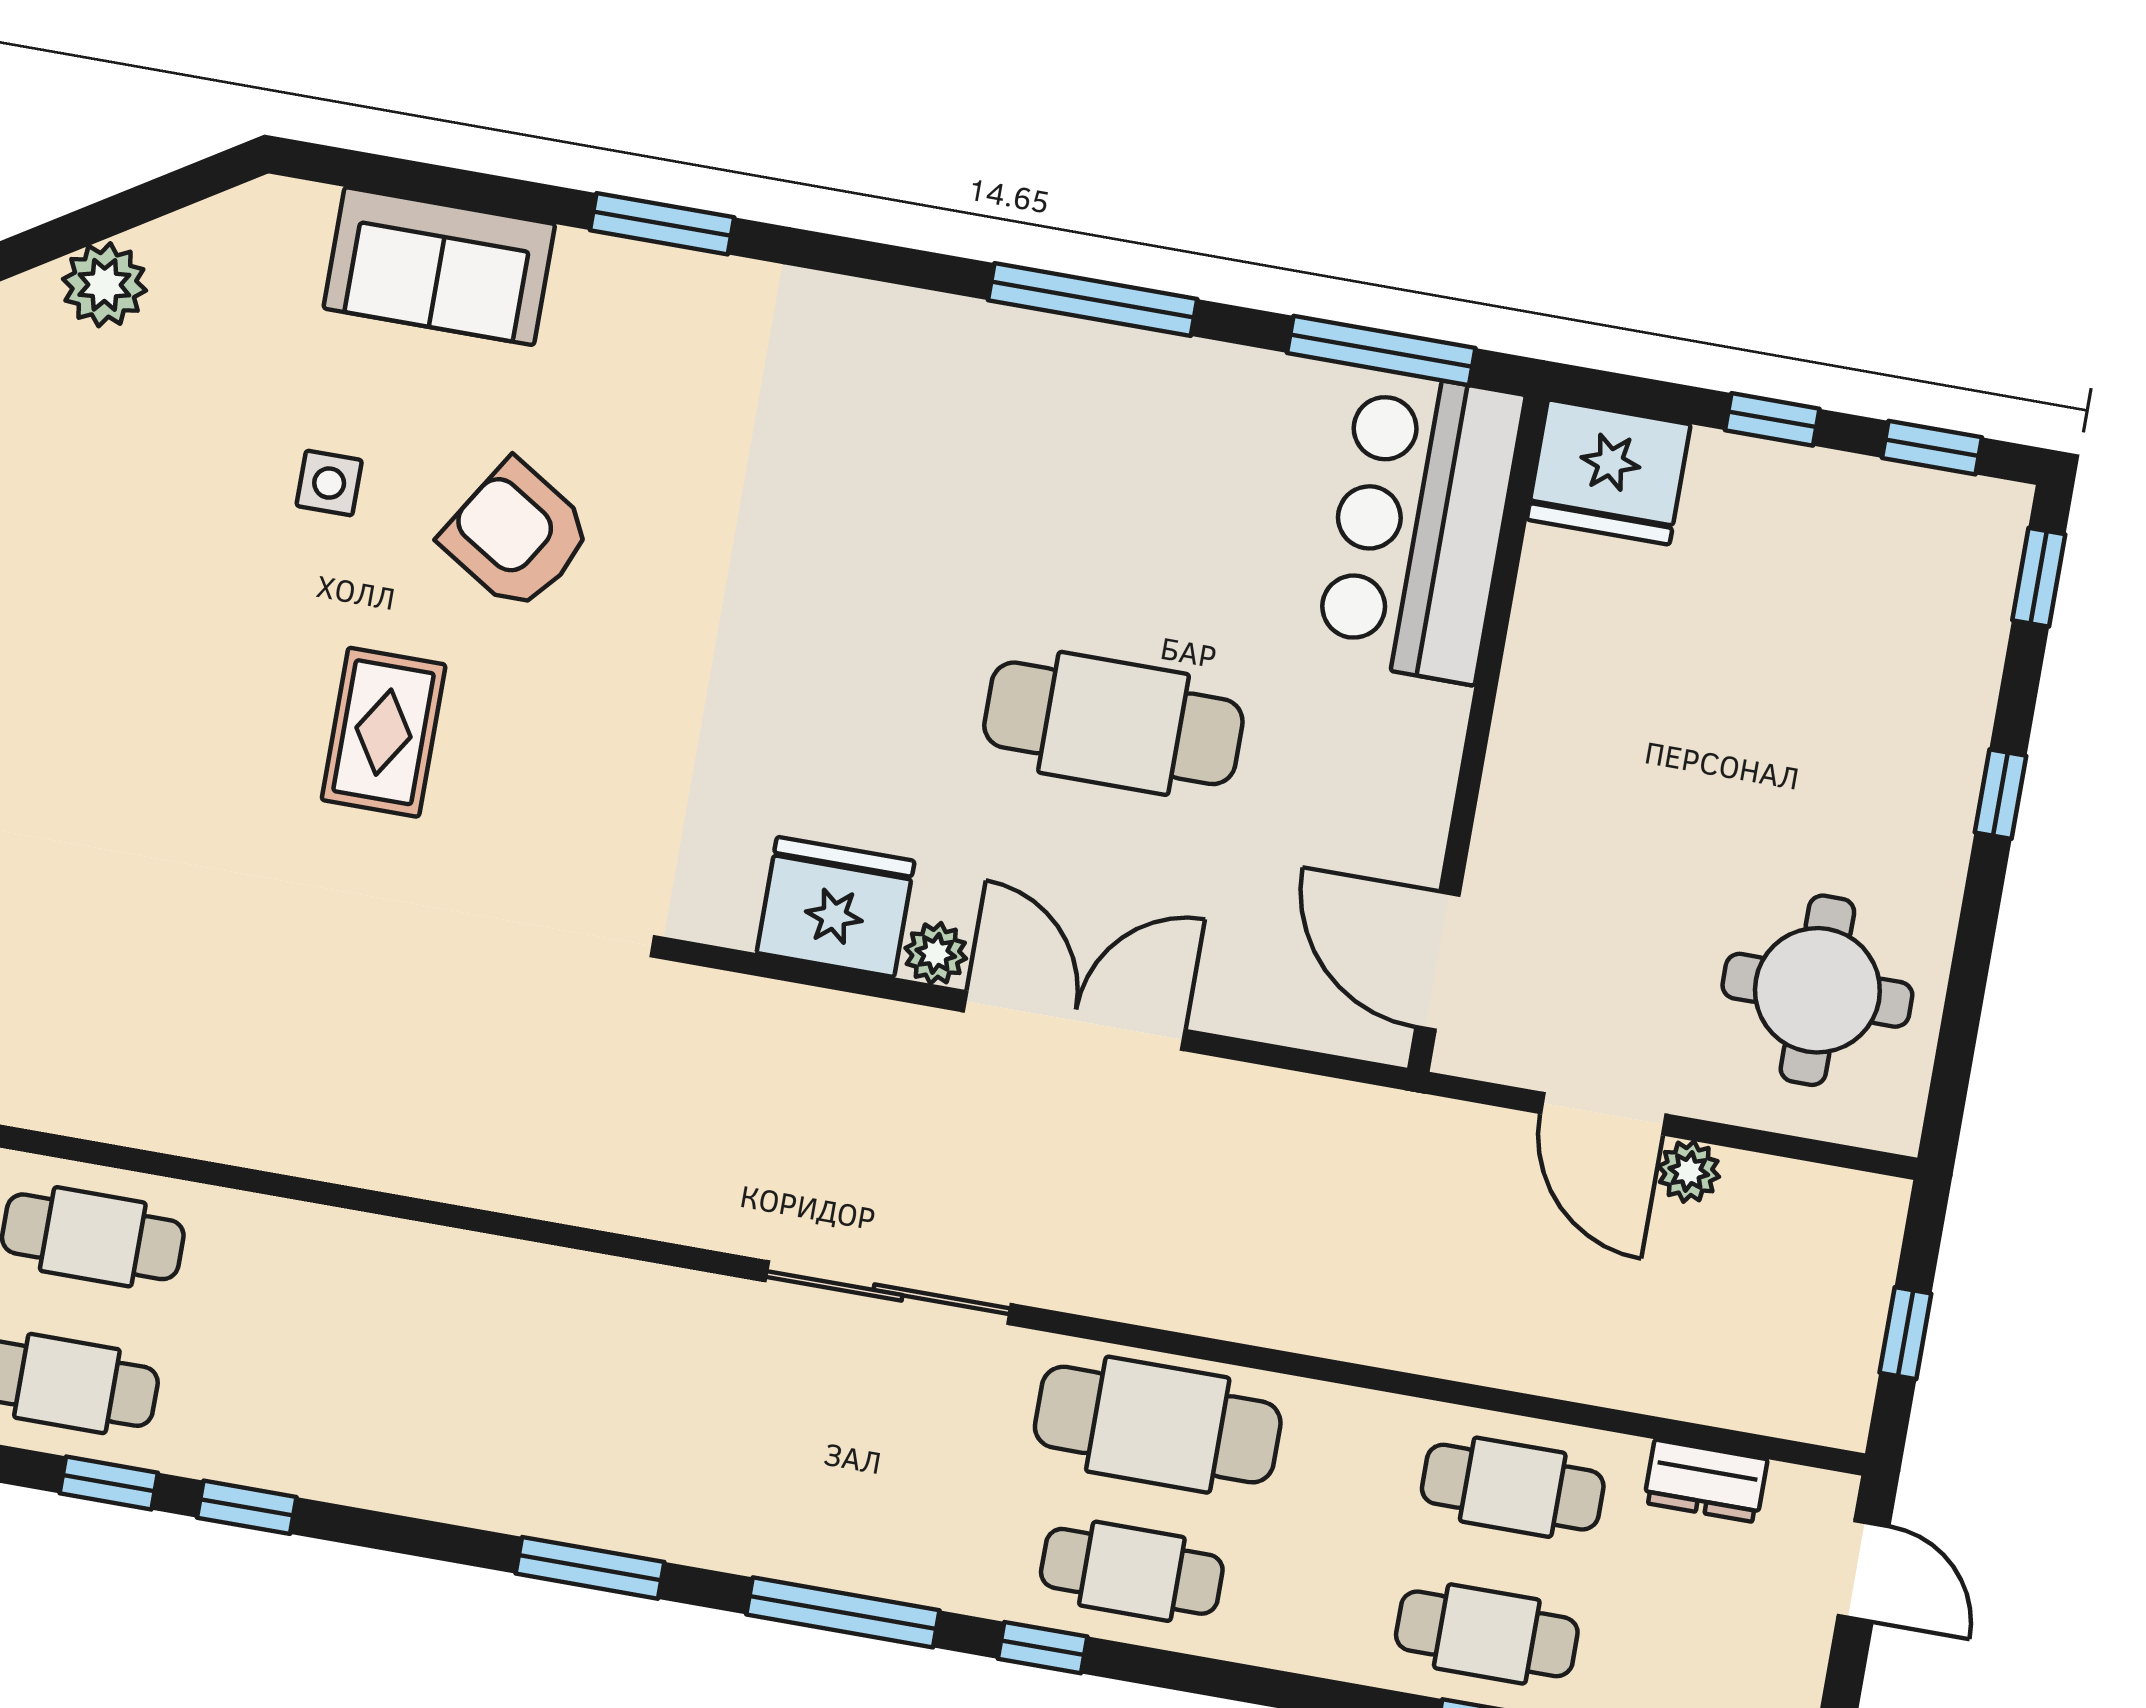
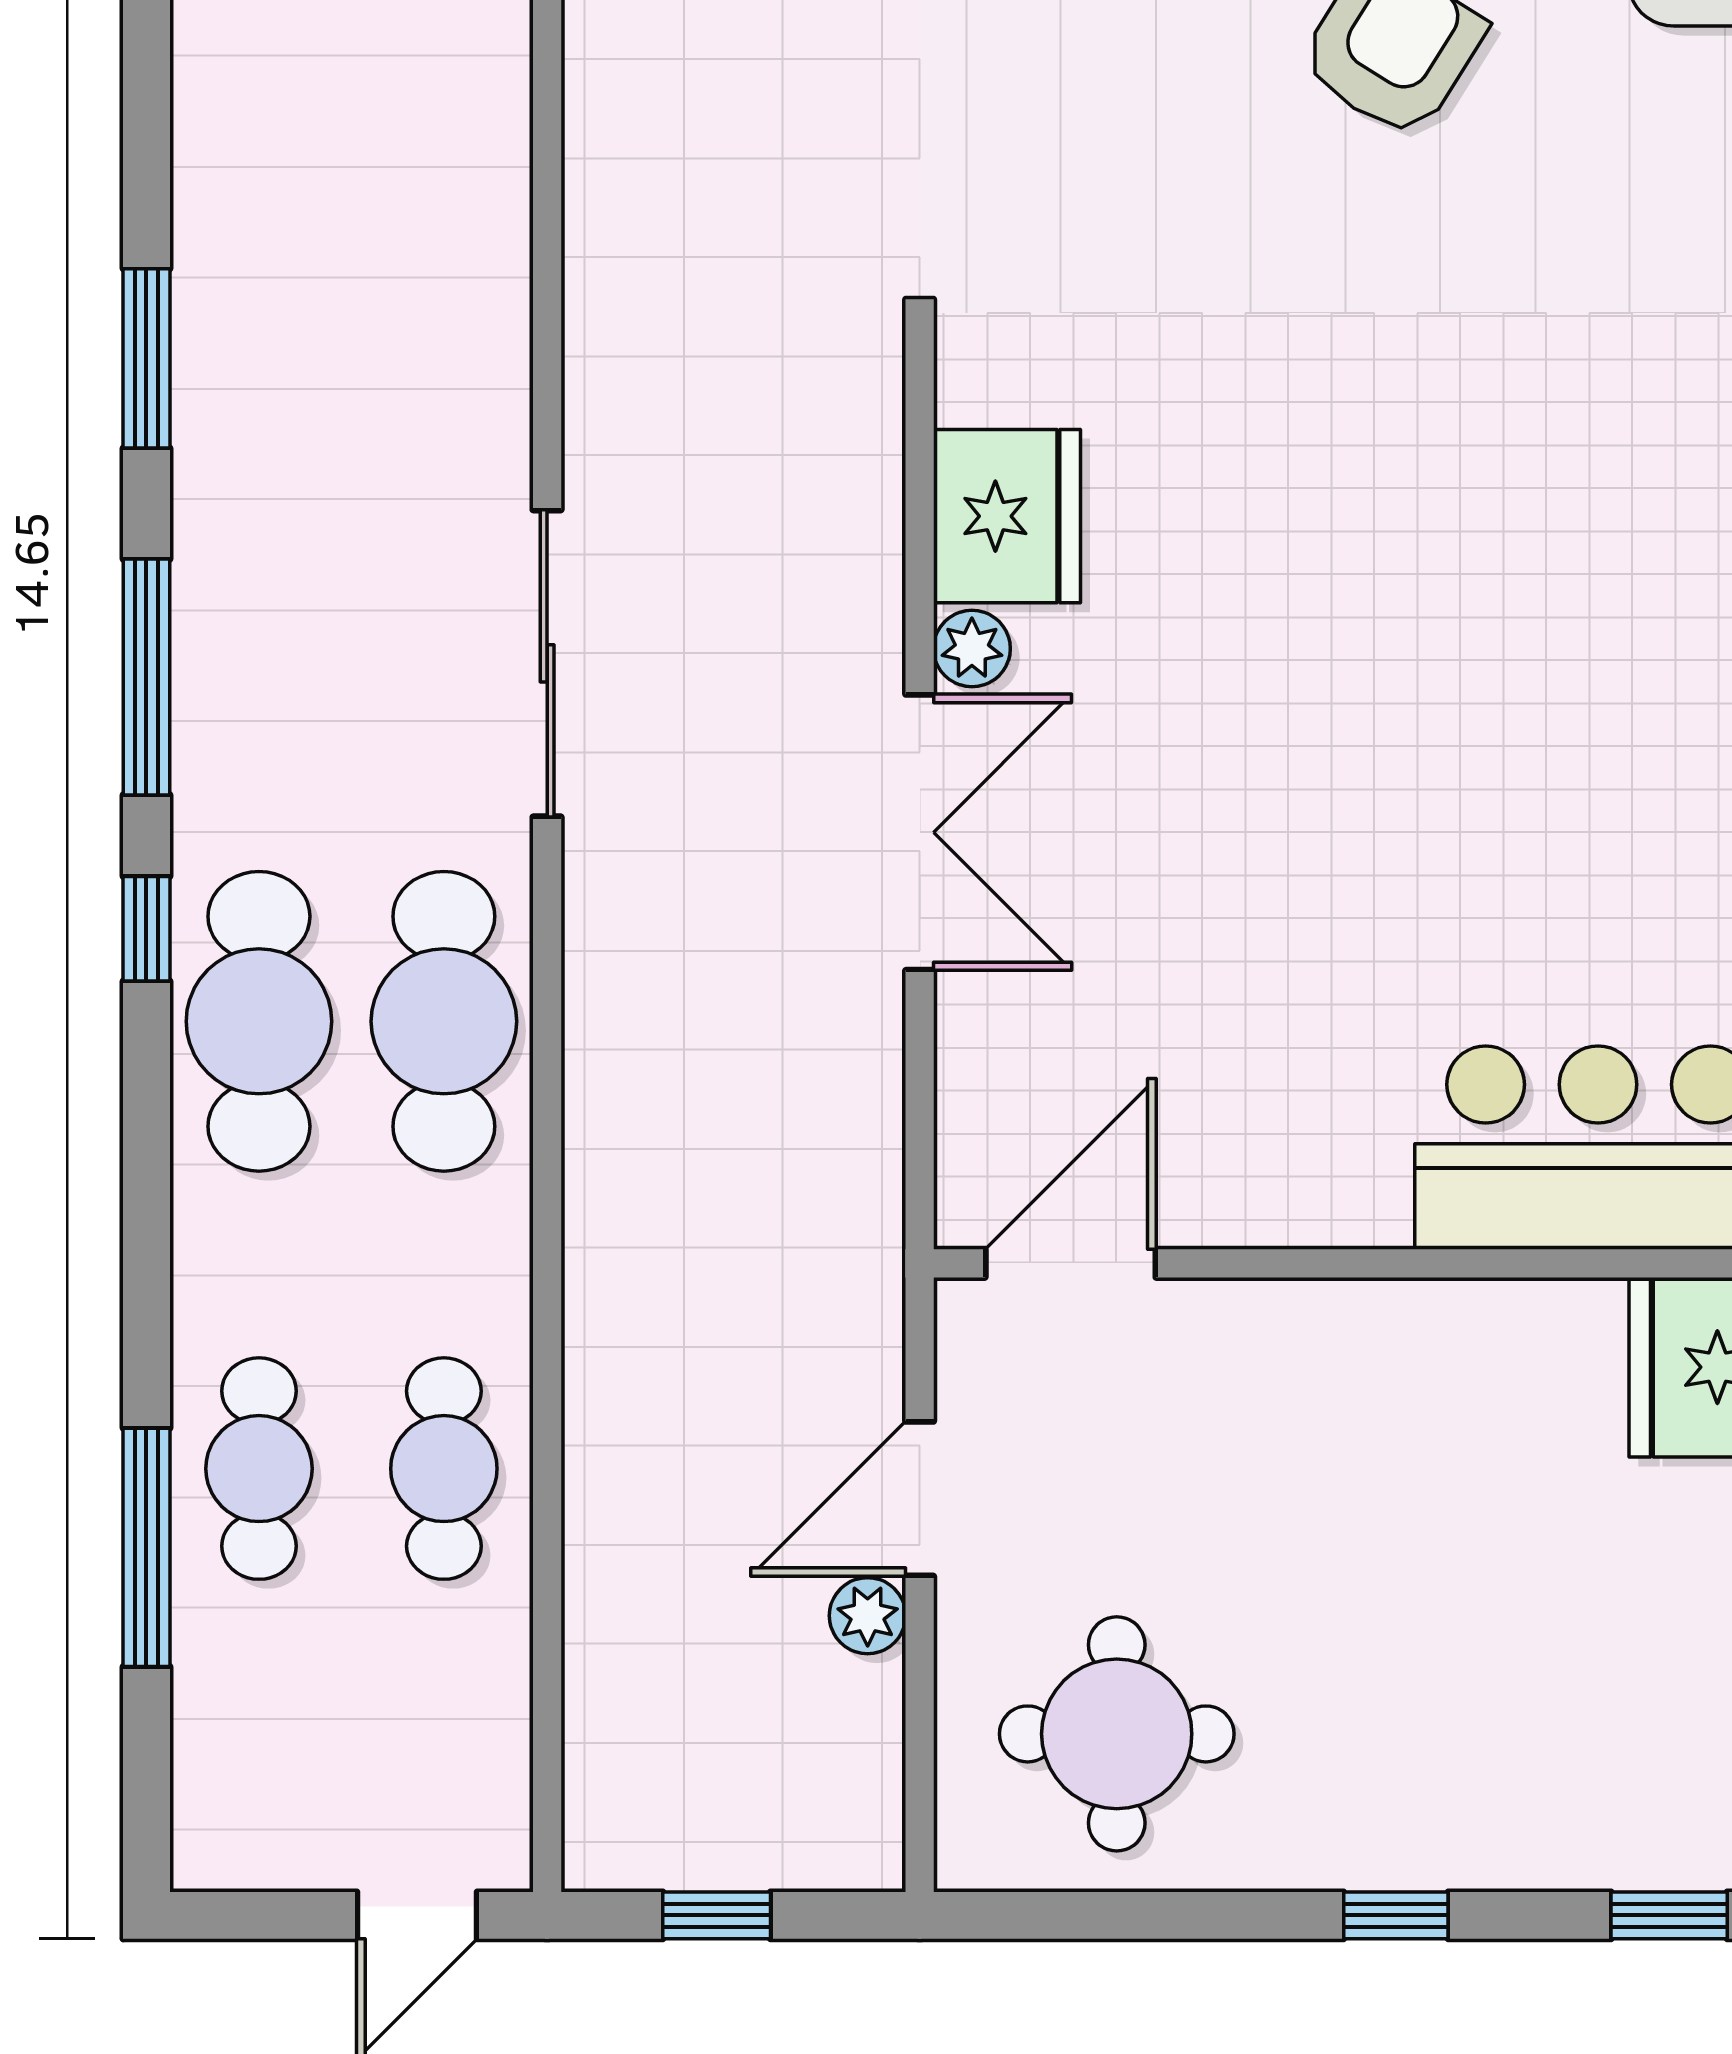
cafe table: (1113, 723) -> (1291, 816), removed
dresser: (1706, 1481) -> (493, 1703), removed
cafe table: (1132, 1571) -> (259, 1021), width x1.37, depth x1.35

